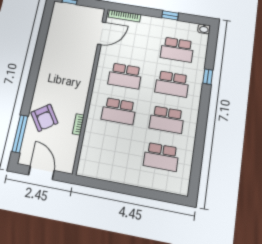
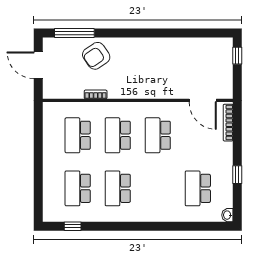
window: (208, 77) -> (73, 226), moved
school desk: (172, 84) -> (78, 135), moved
door: (41, 173) -> (38, 65), swing flipped

